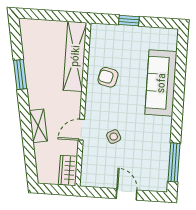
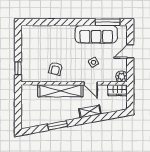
window: (129, 21) -> (18, 68), moved
shelving: (75, 56) -> (60, 91), moved
sofa: (161, 83) -> (96, 34), moved
plant: (89, 178) -> (122, 77), added

